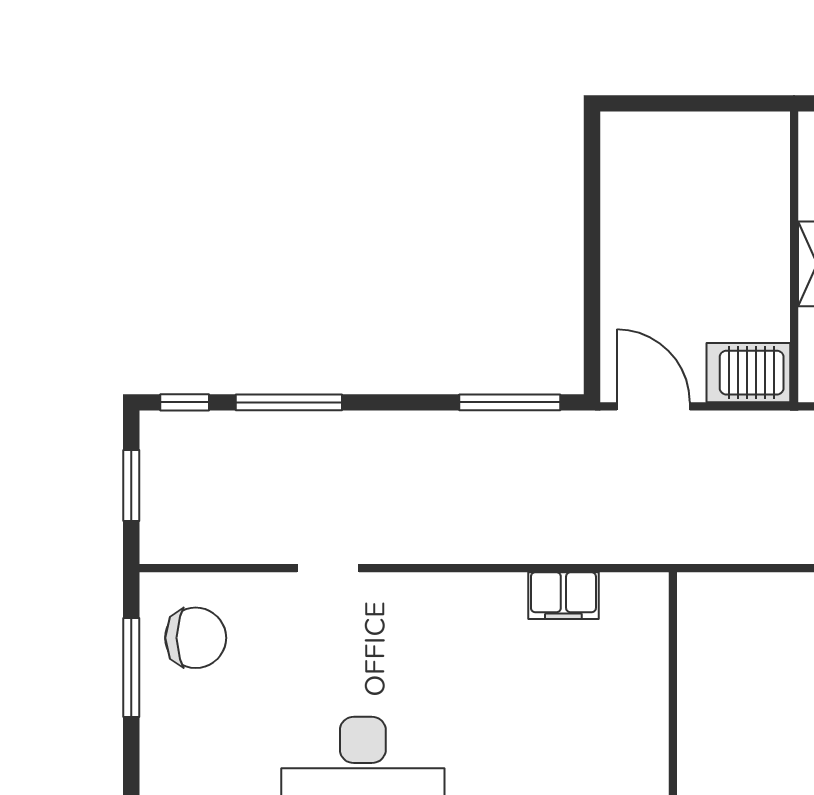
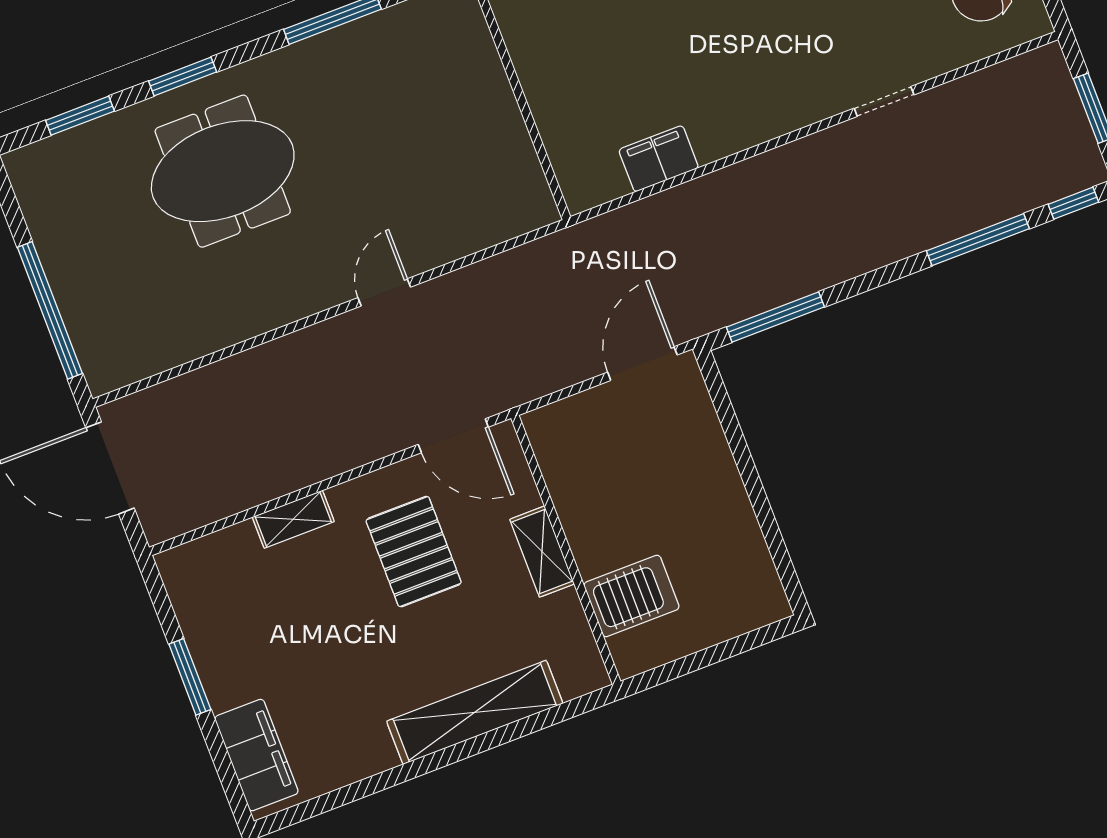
server rack: (748, 373) -> (631, 596), moved
door: (653, 406) -> (642, 364), swing flipped

